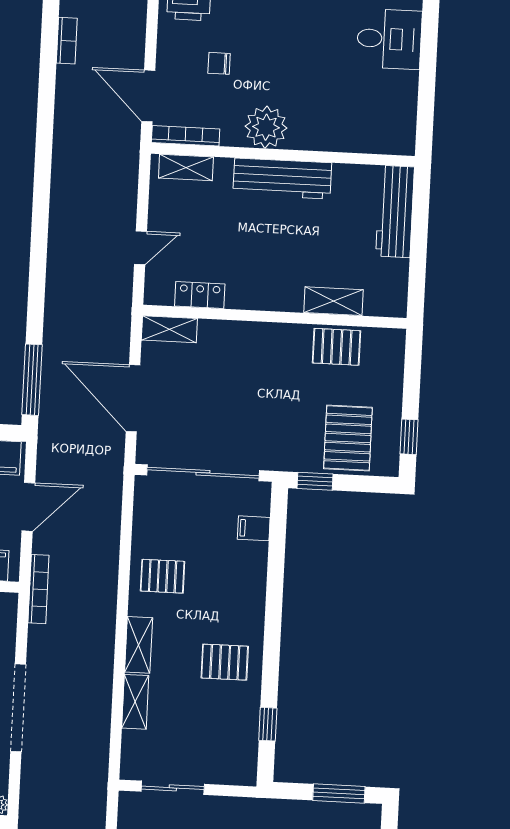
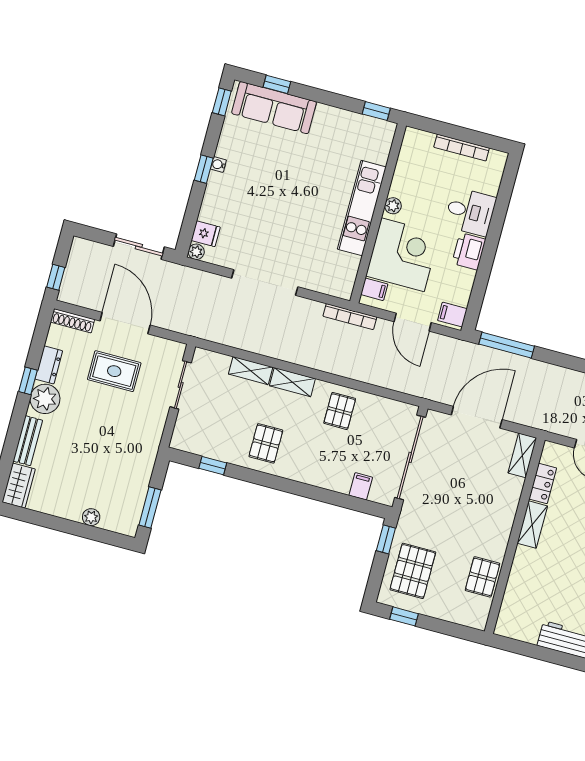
shelving: (334, 301) -> (532, 525), moved
pallet: (348, 438) -> (413, 571), turned 90

